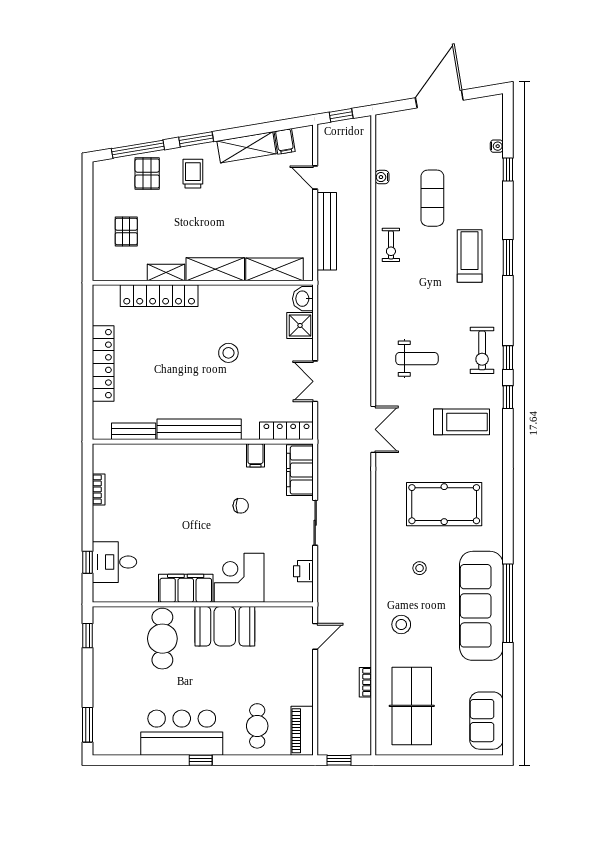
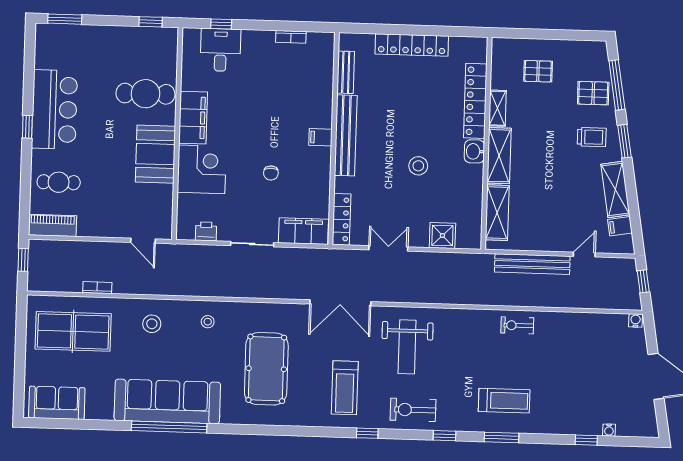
water cooler: (382, 177) -> (636, 321), moved
exercise mat: (432, 198) -> (561, 367), removed
washbasin: (303, 299) -> (474, 151), moved, turned -90
window: (508, 358) -> (445, 436), moved
weight bench: (417, 359) -> (407, 347), width x1.36, depth x1.33
double door: (373, 429) -> (340, 303), width x1.37
filing cabinet: (255, 455) -> (320, 137), moved
stool: (420, 568) -> (208, 322), moved

